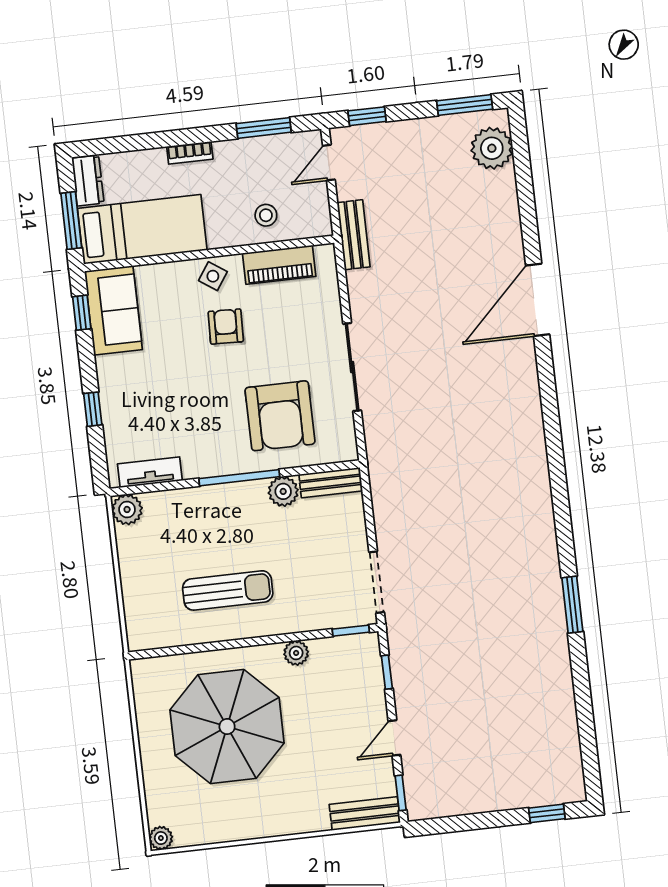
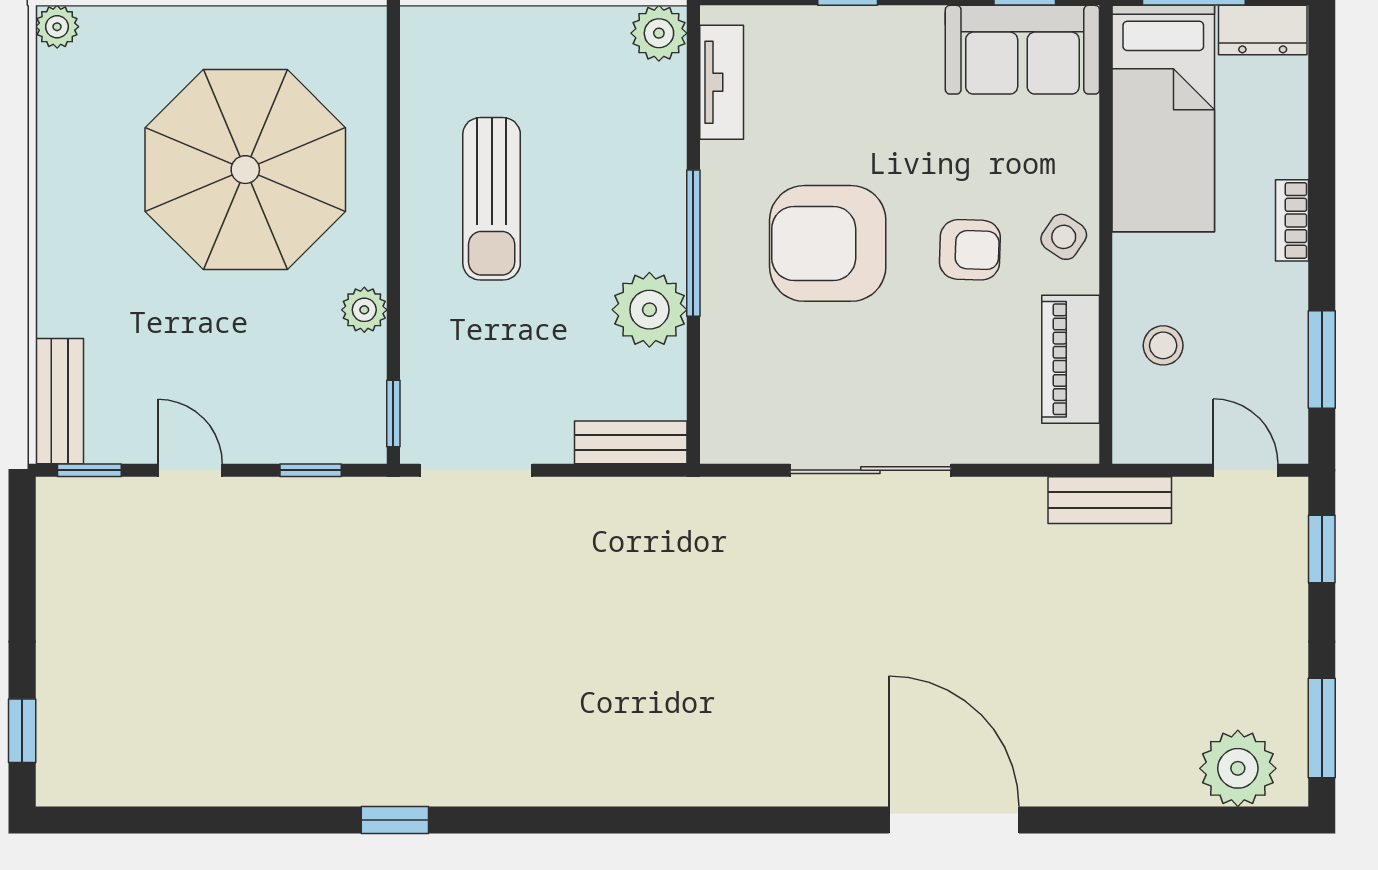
armchair: (280, 416) -> (828, 243), moved
bench: (331, 483) -> (631, 442), moved, turned 90
plant: (283, 491) -> (649, 310), width x1.36, depth x1.36
window: (572, 605) -> (395, 820), width x0.67

